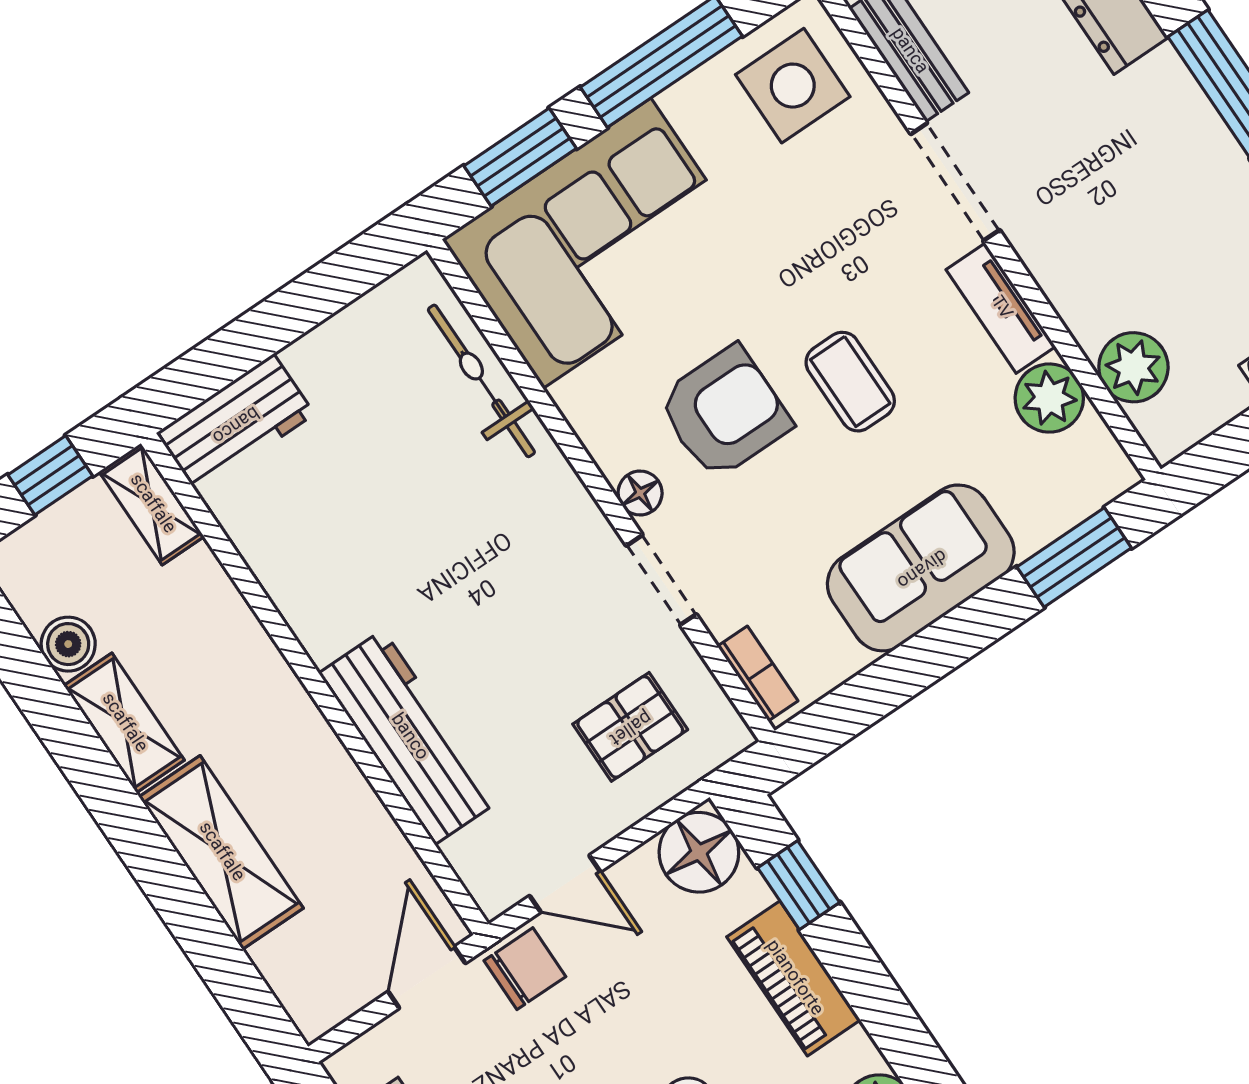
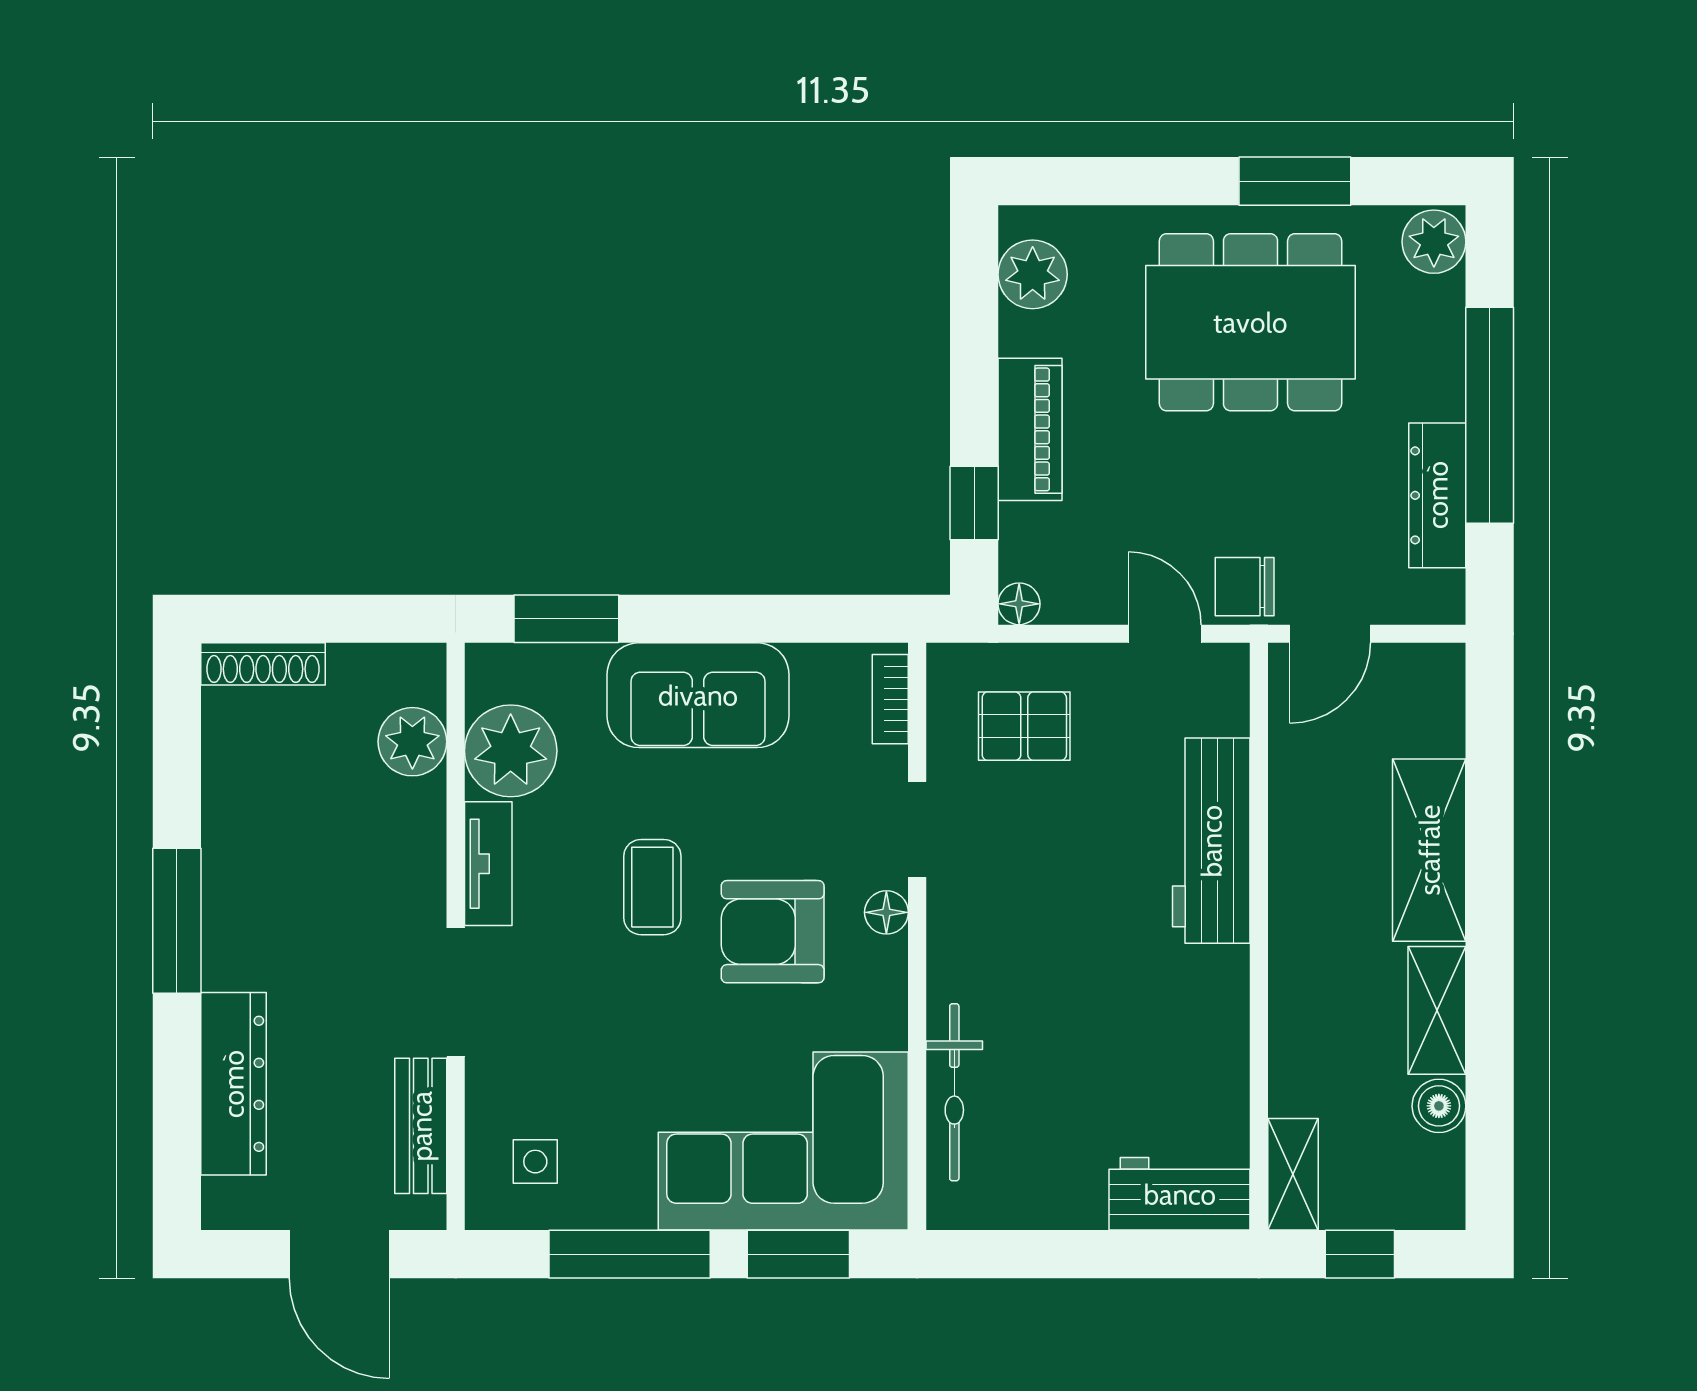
side table: (793, 86) -> (535, 1162), width x0.54, depth x0.54
plant: (1049, 398) -> (511, 751), width x1.36, depth x1.36
floor lamp: (699, 852) -> (1019, 604), width x0.53, depth x0.53

